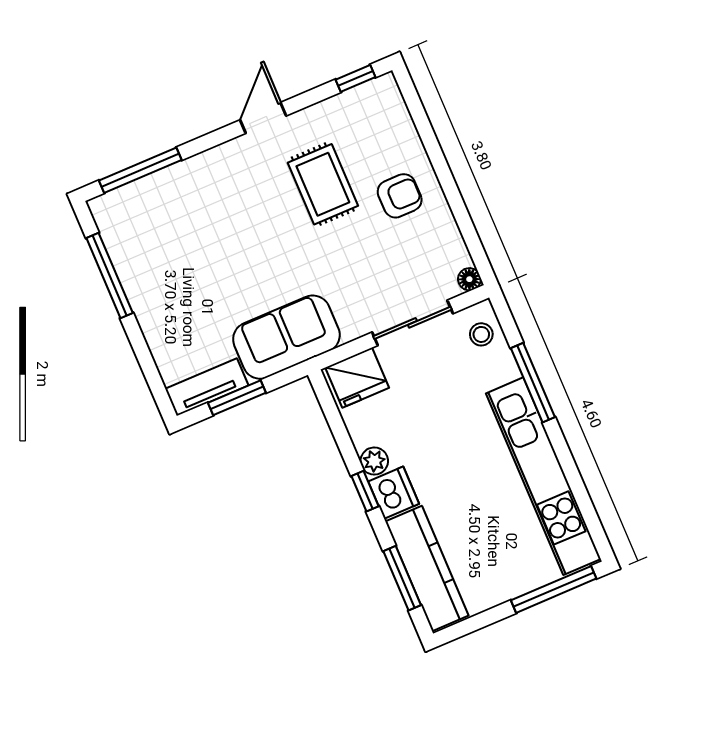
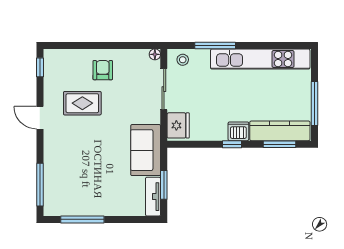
plant: (374, 461) -> (220, 134), removed
window: (554, 589) -> (314, 104), moved

